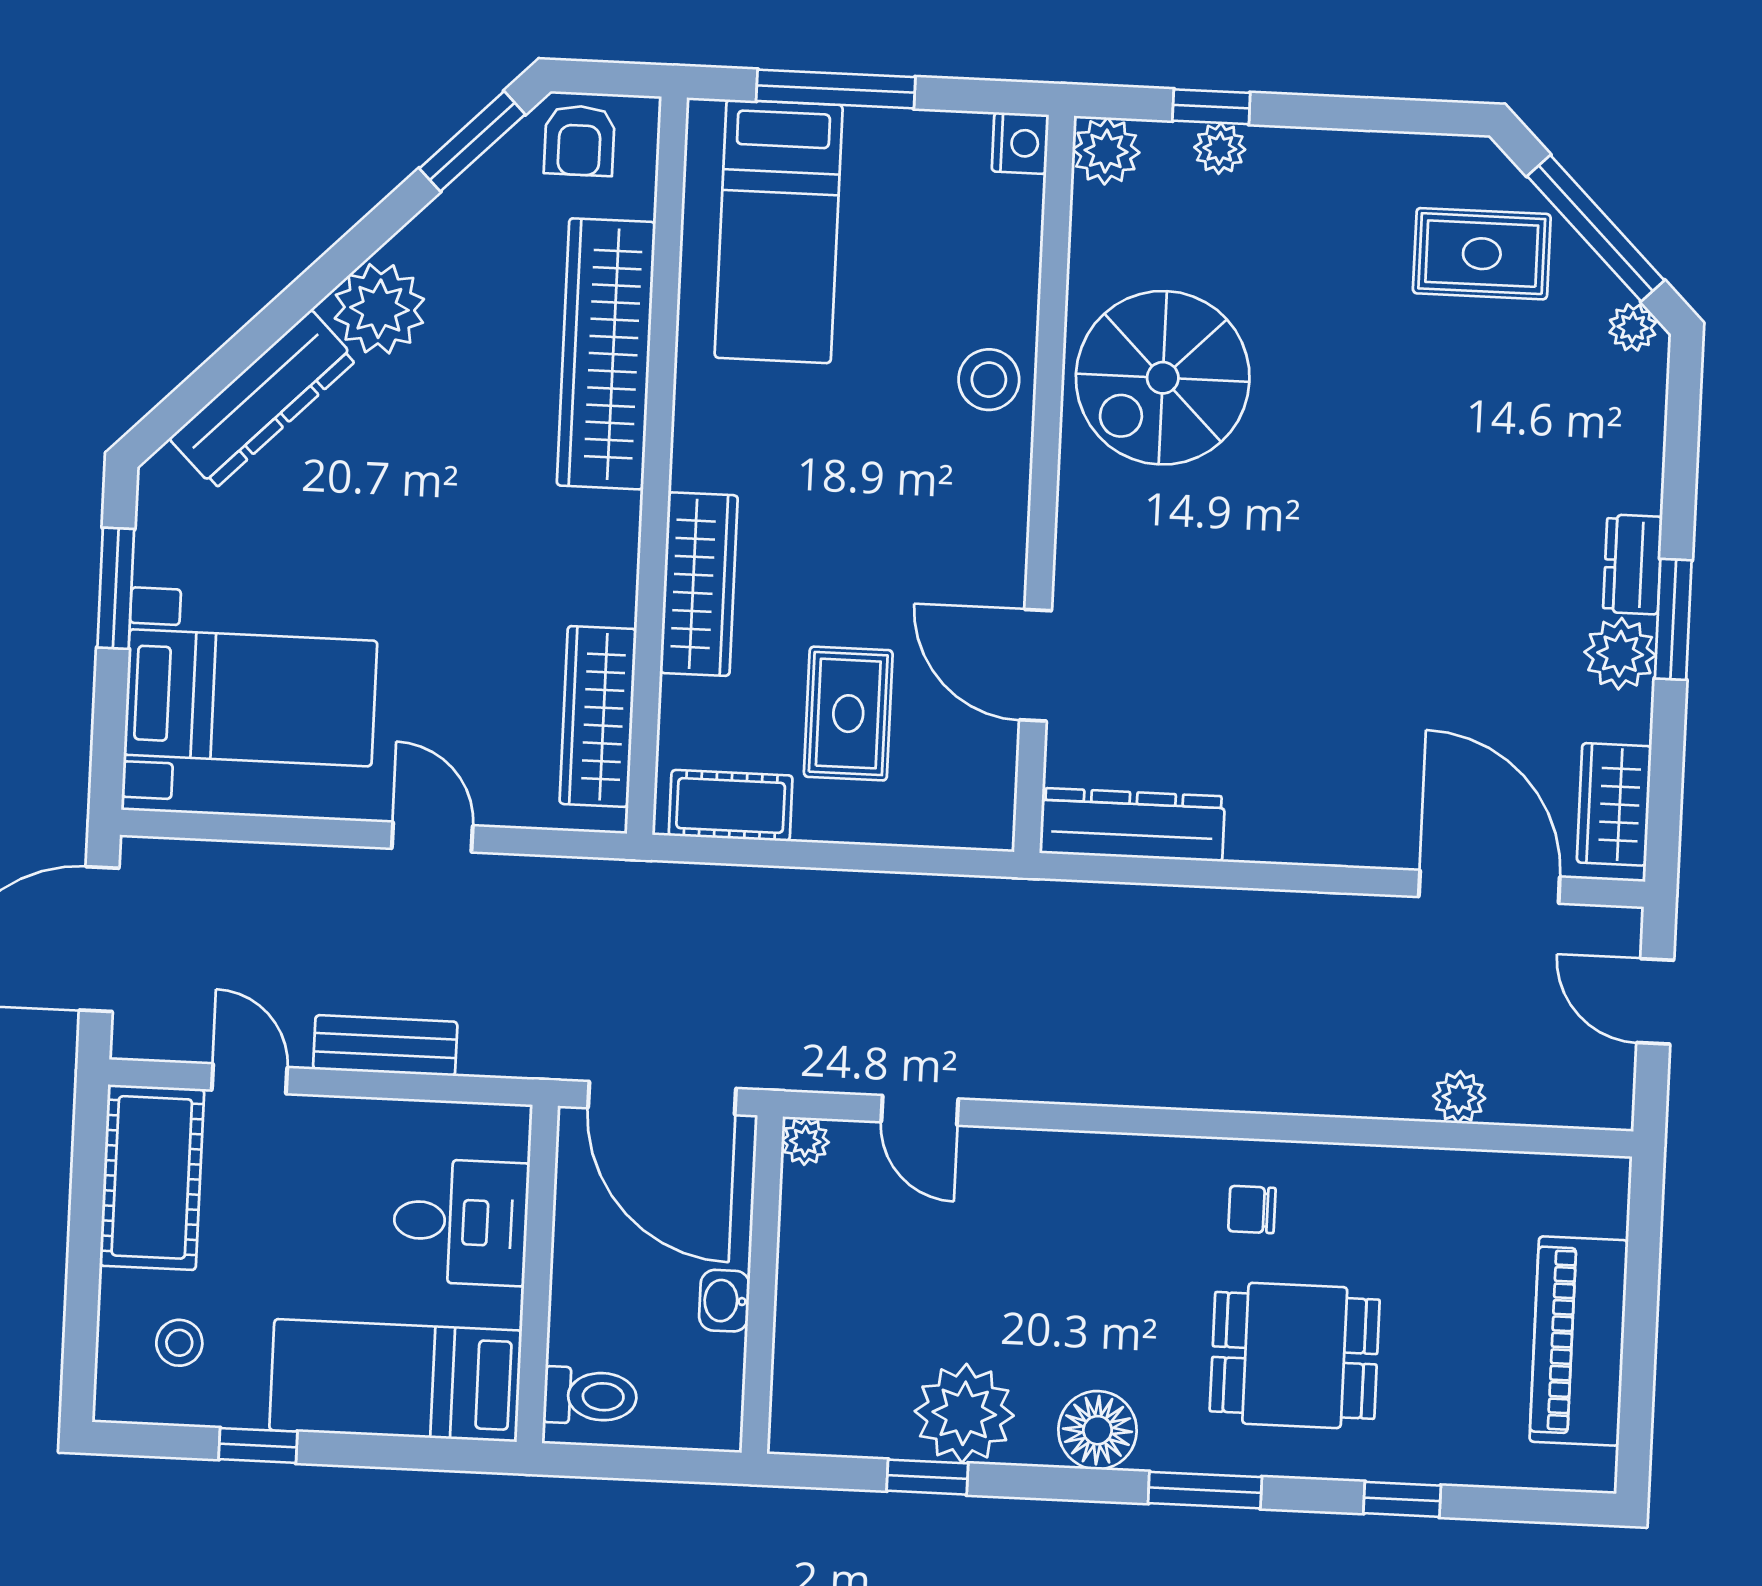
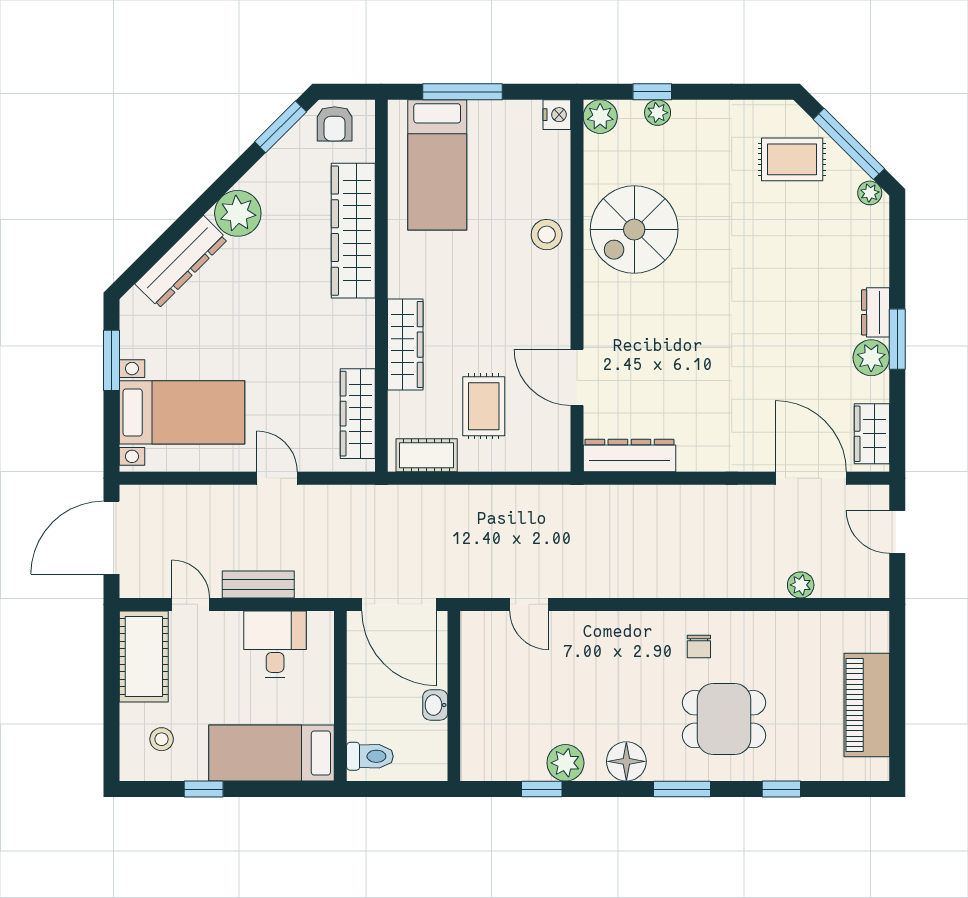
plant: (805, 1141) -> (472, 623), removed
chair: (1252, 1210) -> (699, 647), turned -90
desk: (461, 1222) -> (275, 644), moved, turned -90
plant: (964, 1413) -> (565, 763), width x0.73, depth x0.73

